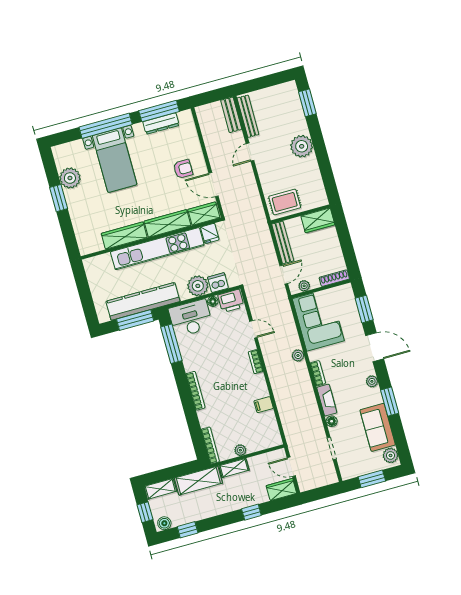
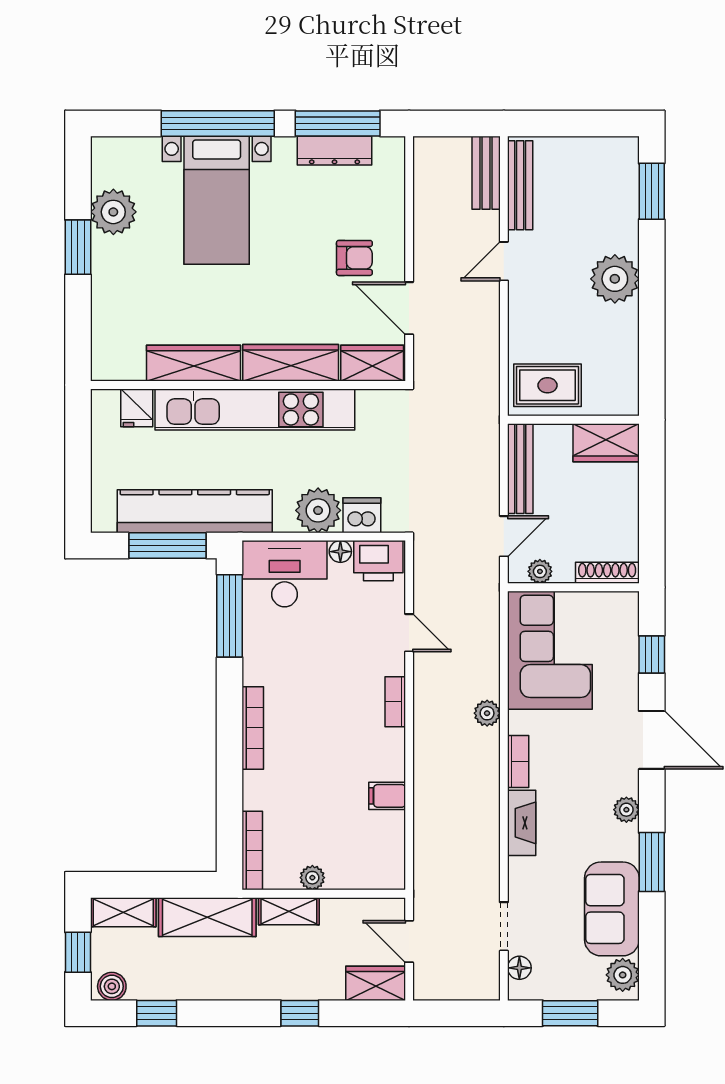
fridge: (210, 233) -> (137, 408), moved
window: (364, 309) -> (652, 654), width x0.67
floor lamp: (332, 421) -> (519, 968), moved

